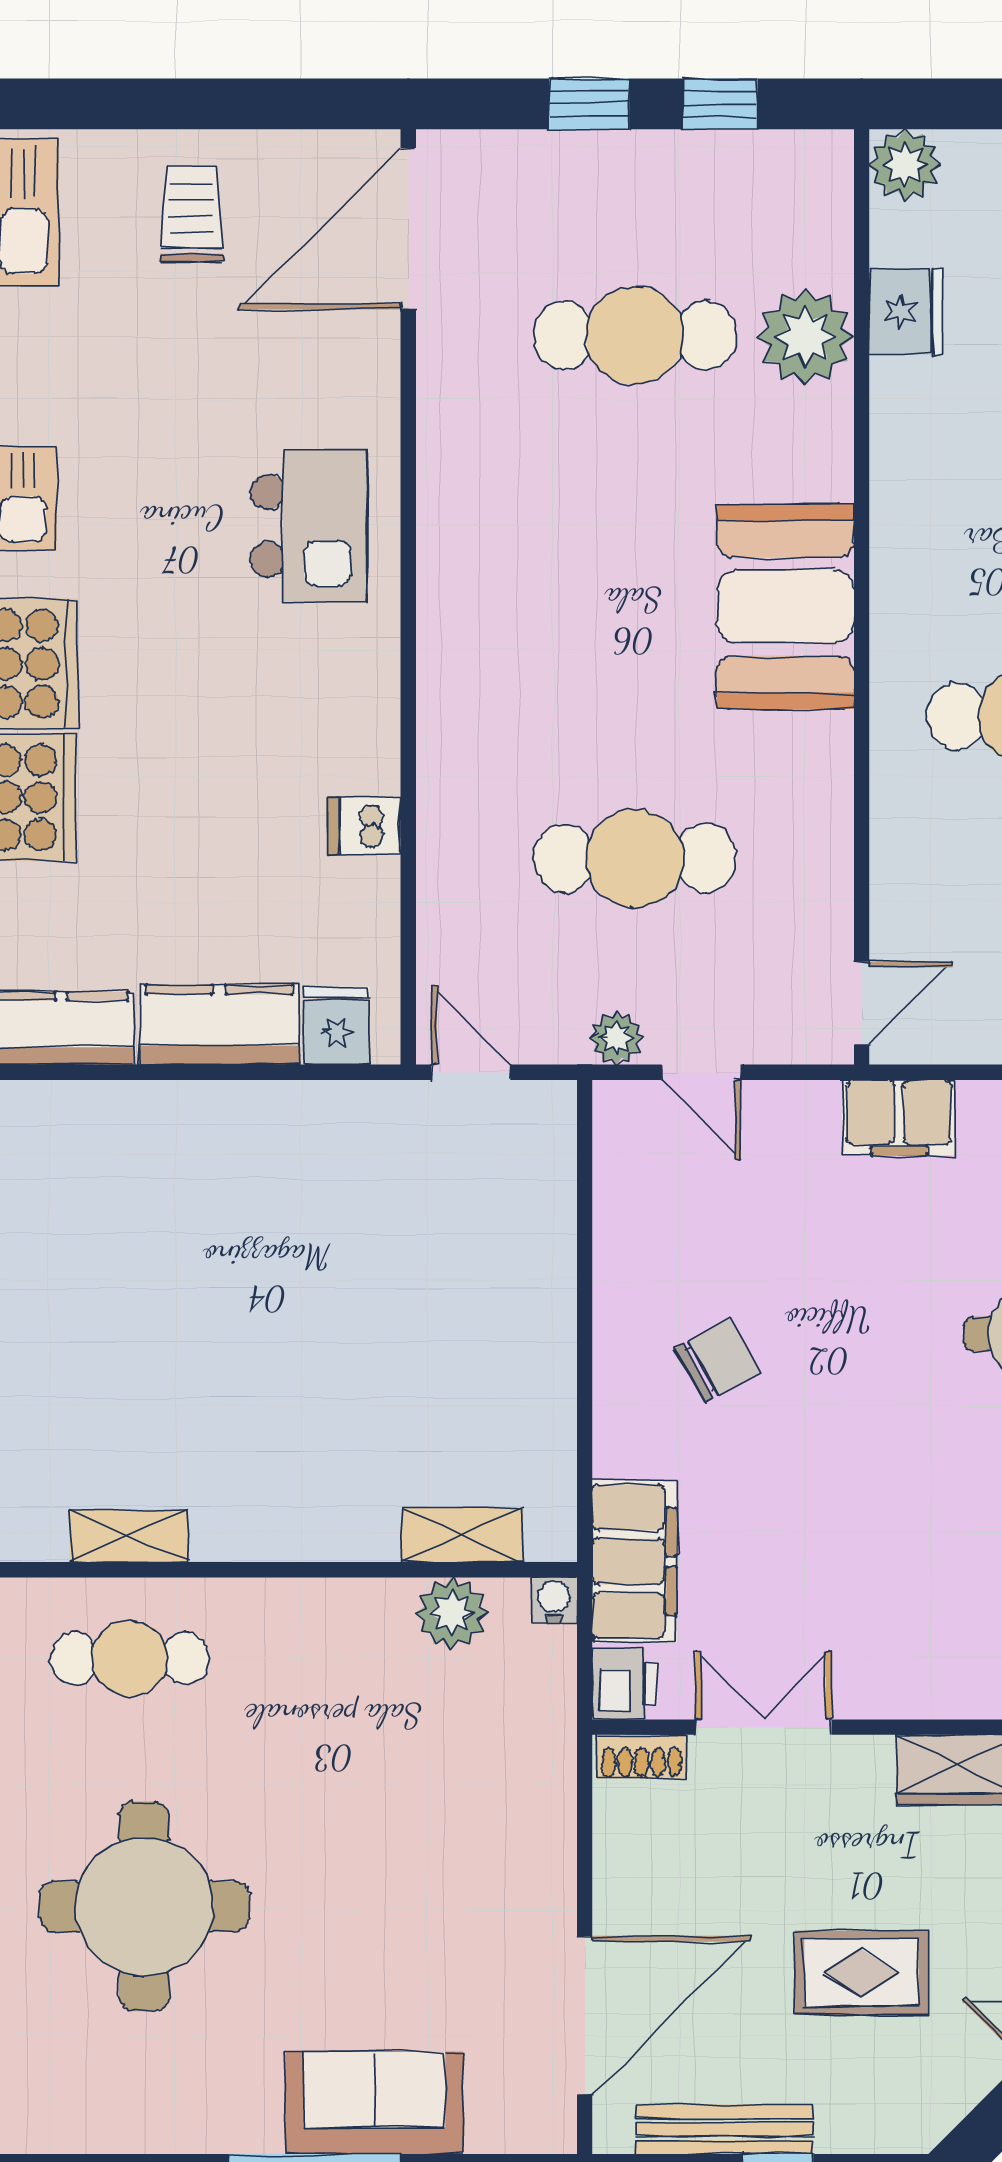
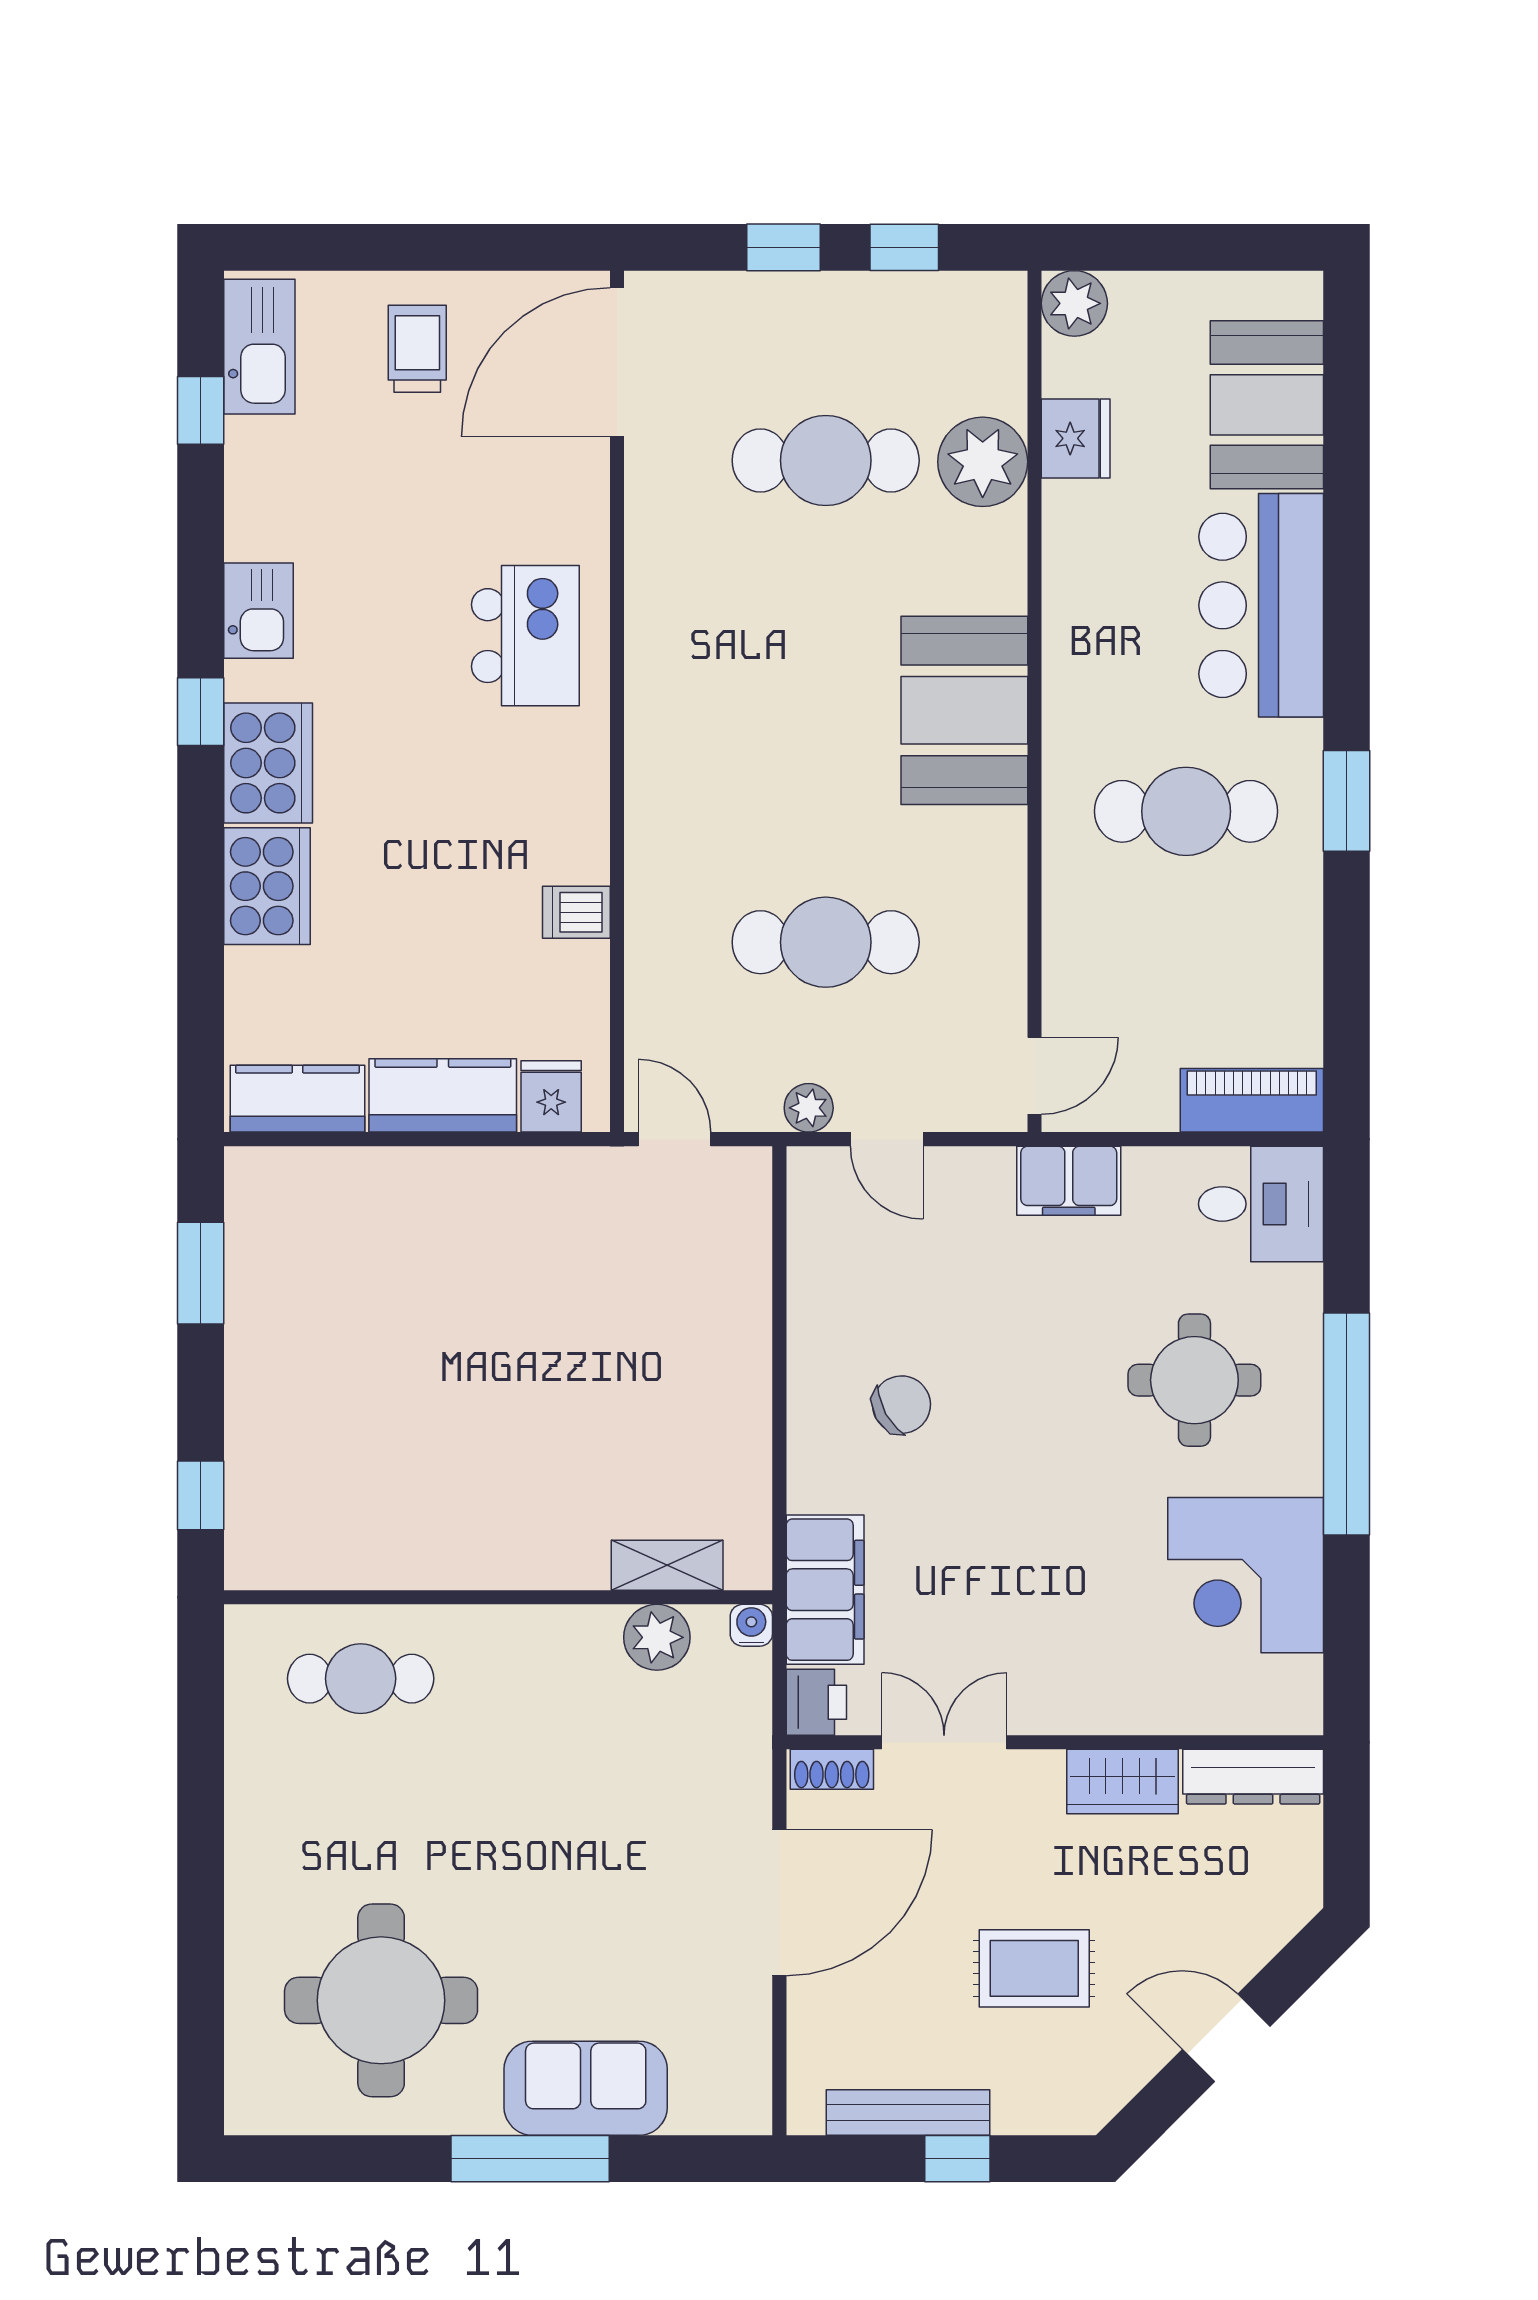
shelving: (129, 1536) -> (359, 1566), removed
round table: (144, 1906) -> (381, 2000), moved
door: (585, 2015) -> (779, 1903), moved

